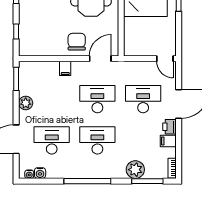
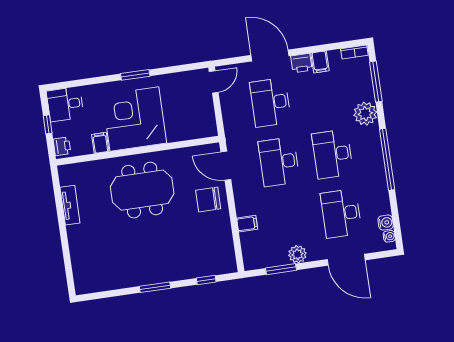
filing cabinet: (65, 68) -> (247, 224), moved
window: (16, 79) -> (281, 269), moved
plant: (135, 170) -> (365, 114), moved

